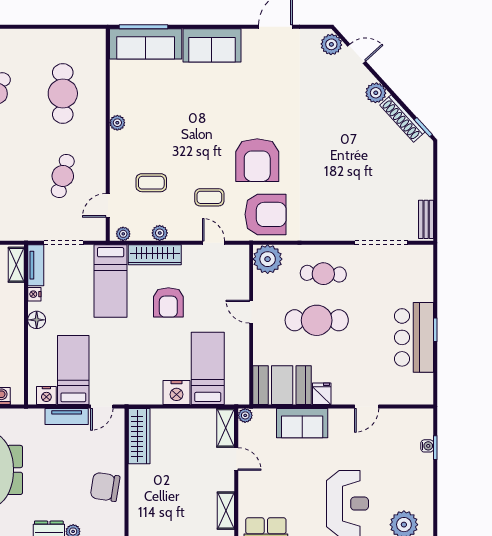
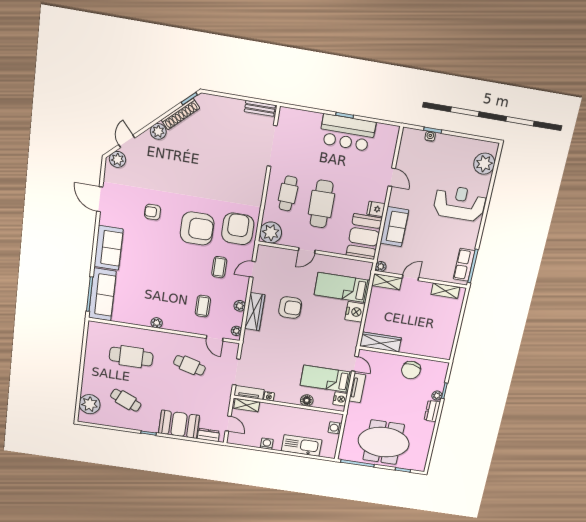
armchair: (270, 98) -> (153, 212), added
bed: (111, 281) -> (268, 345), removed
floor lamp: (37, 320) -> (307, 400), moved

